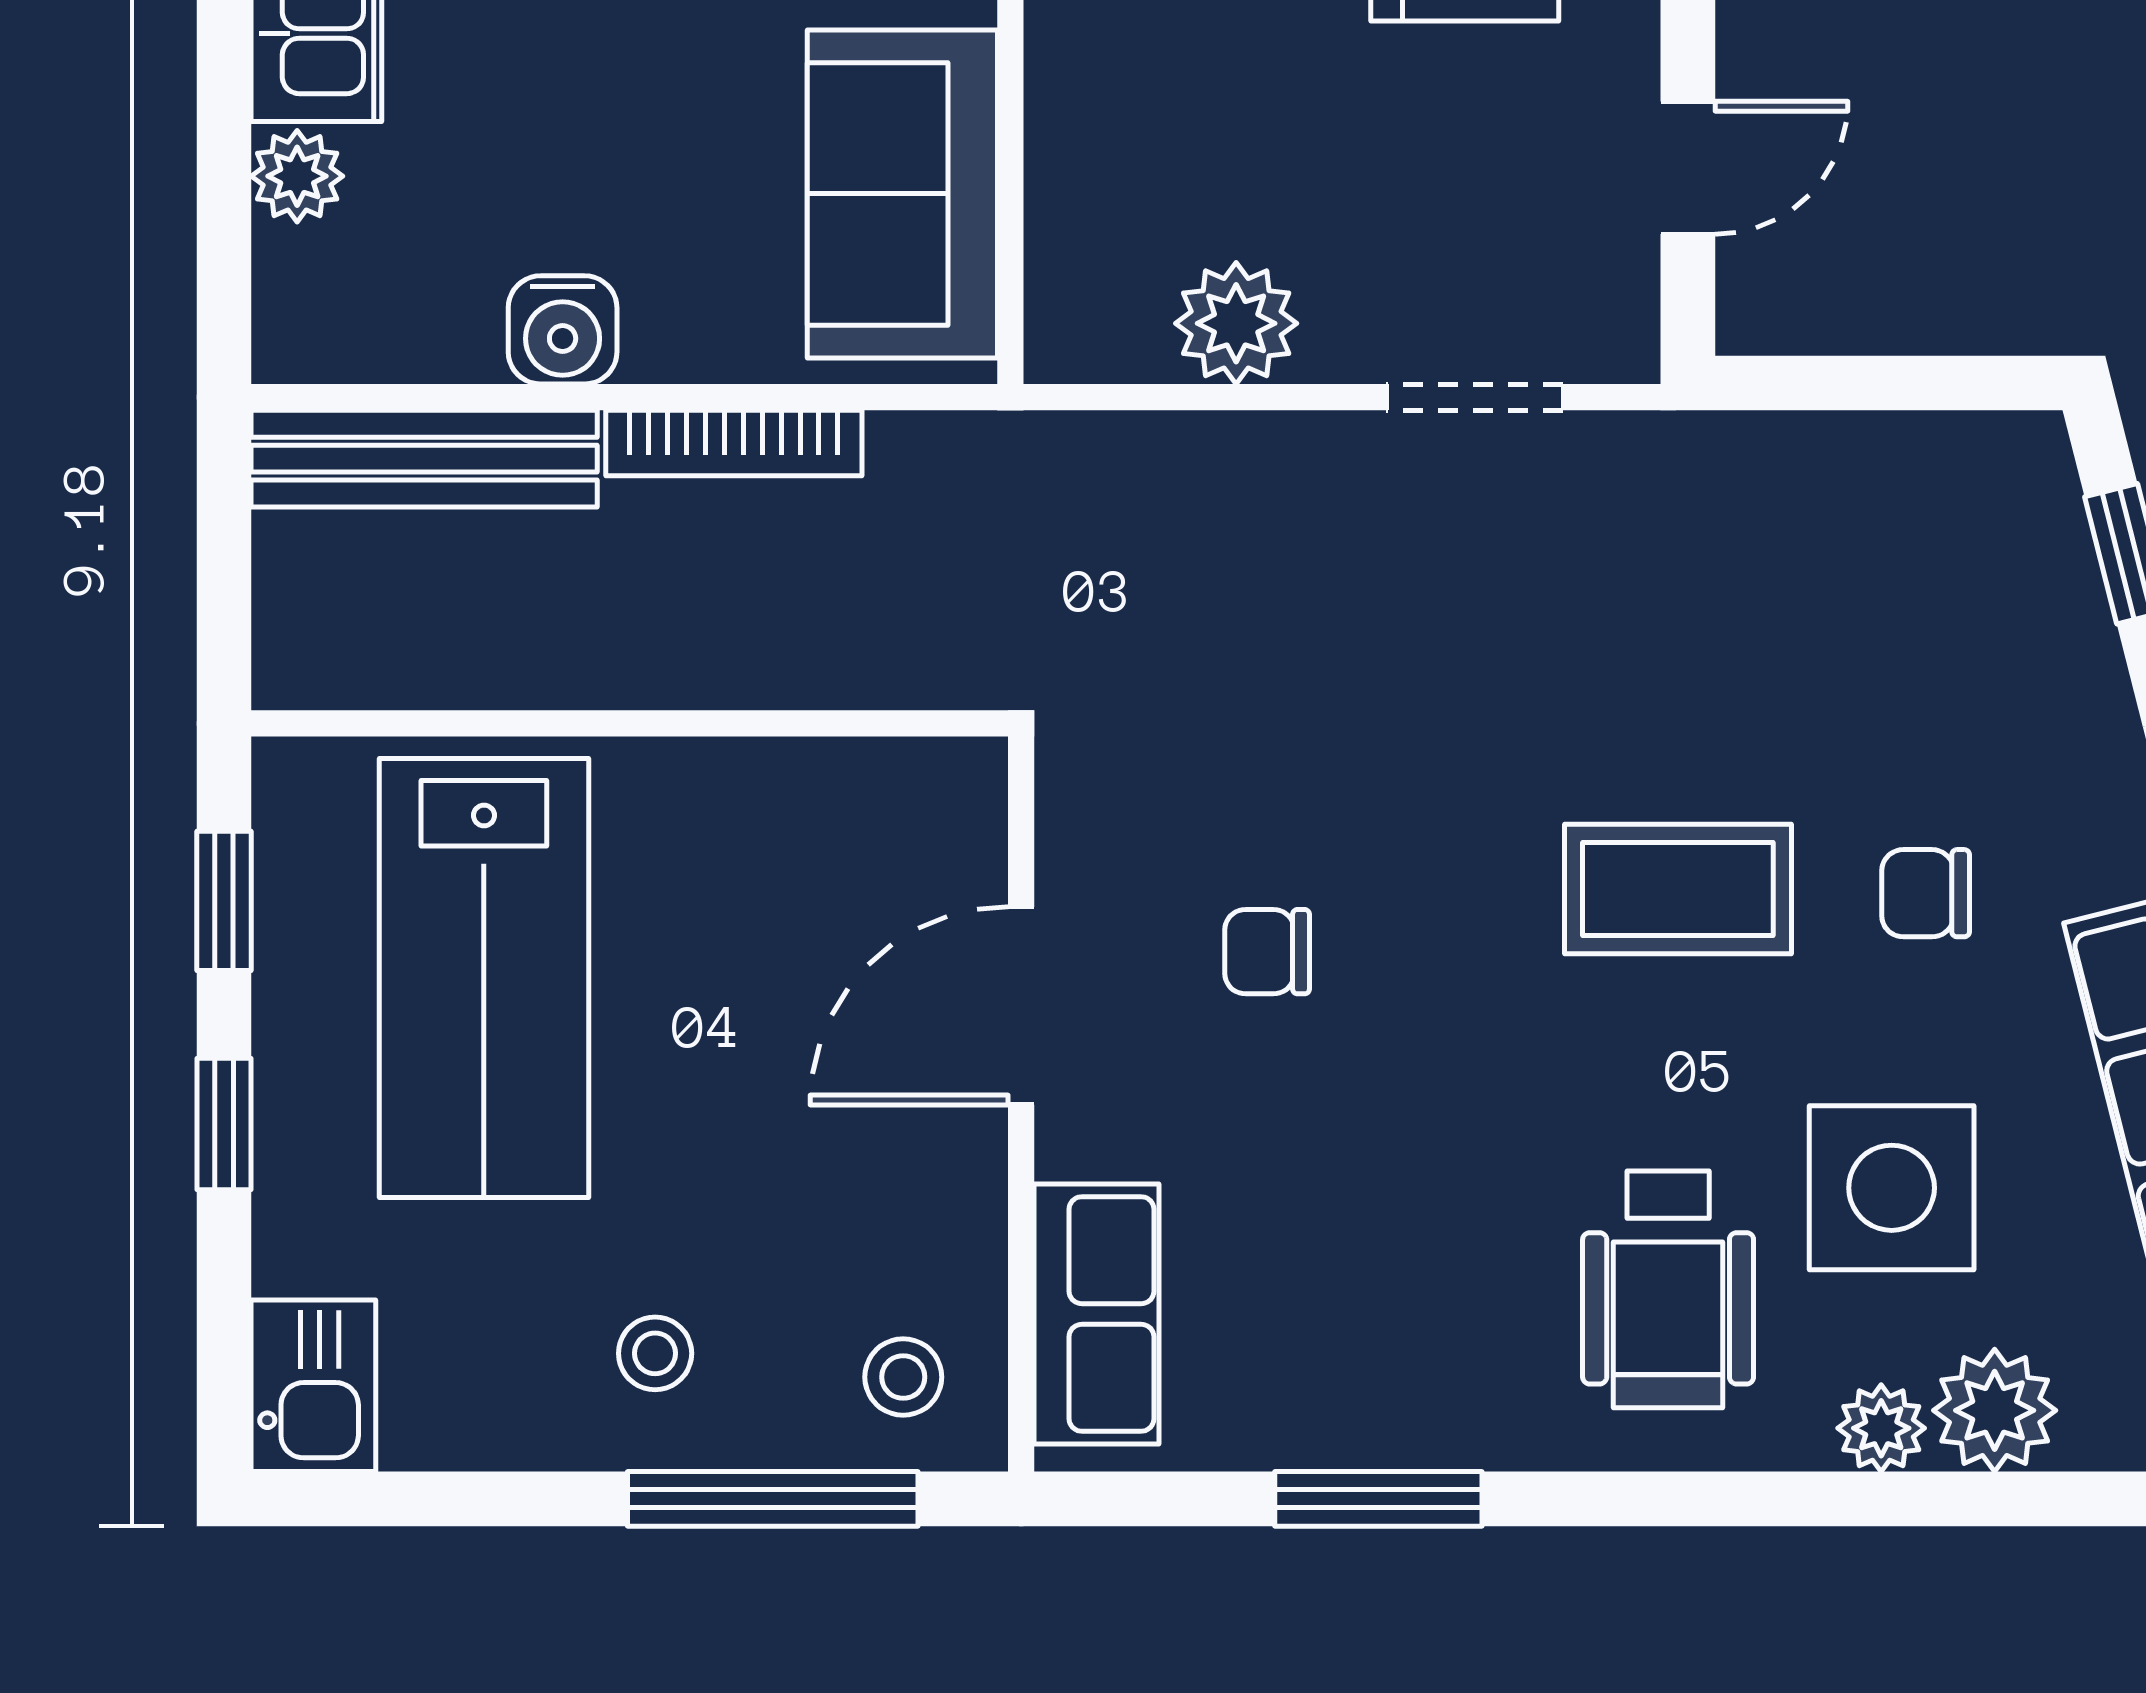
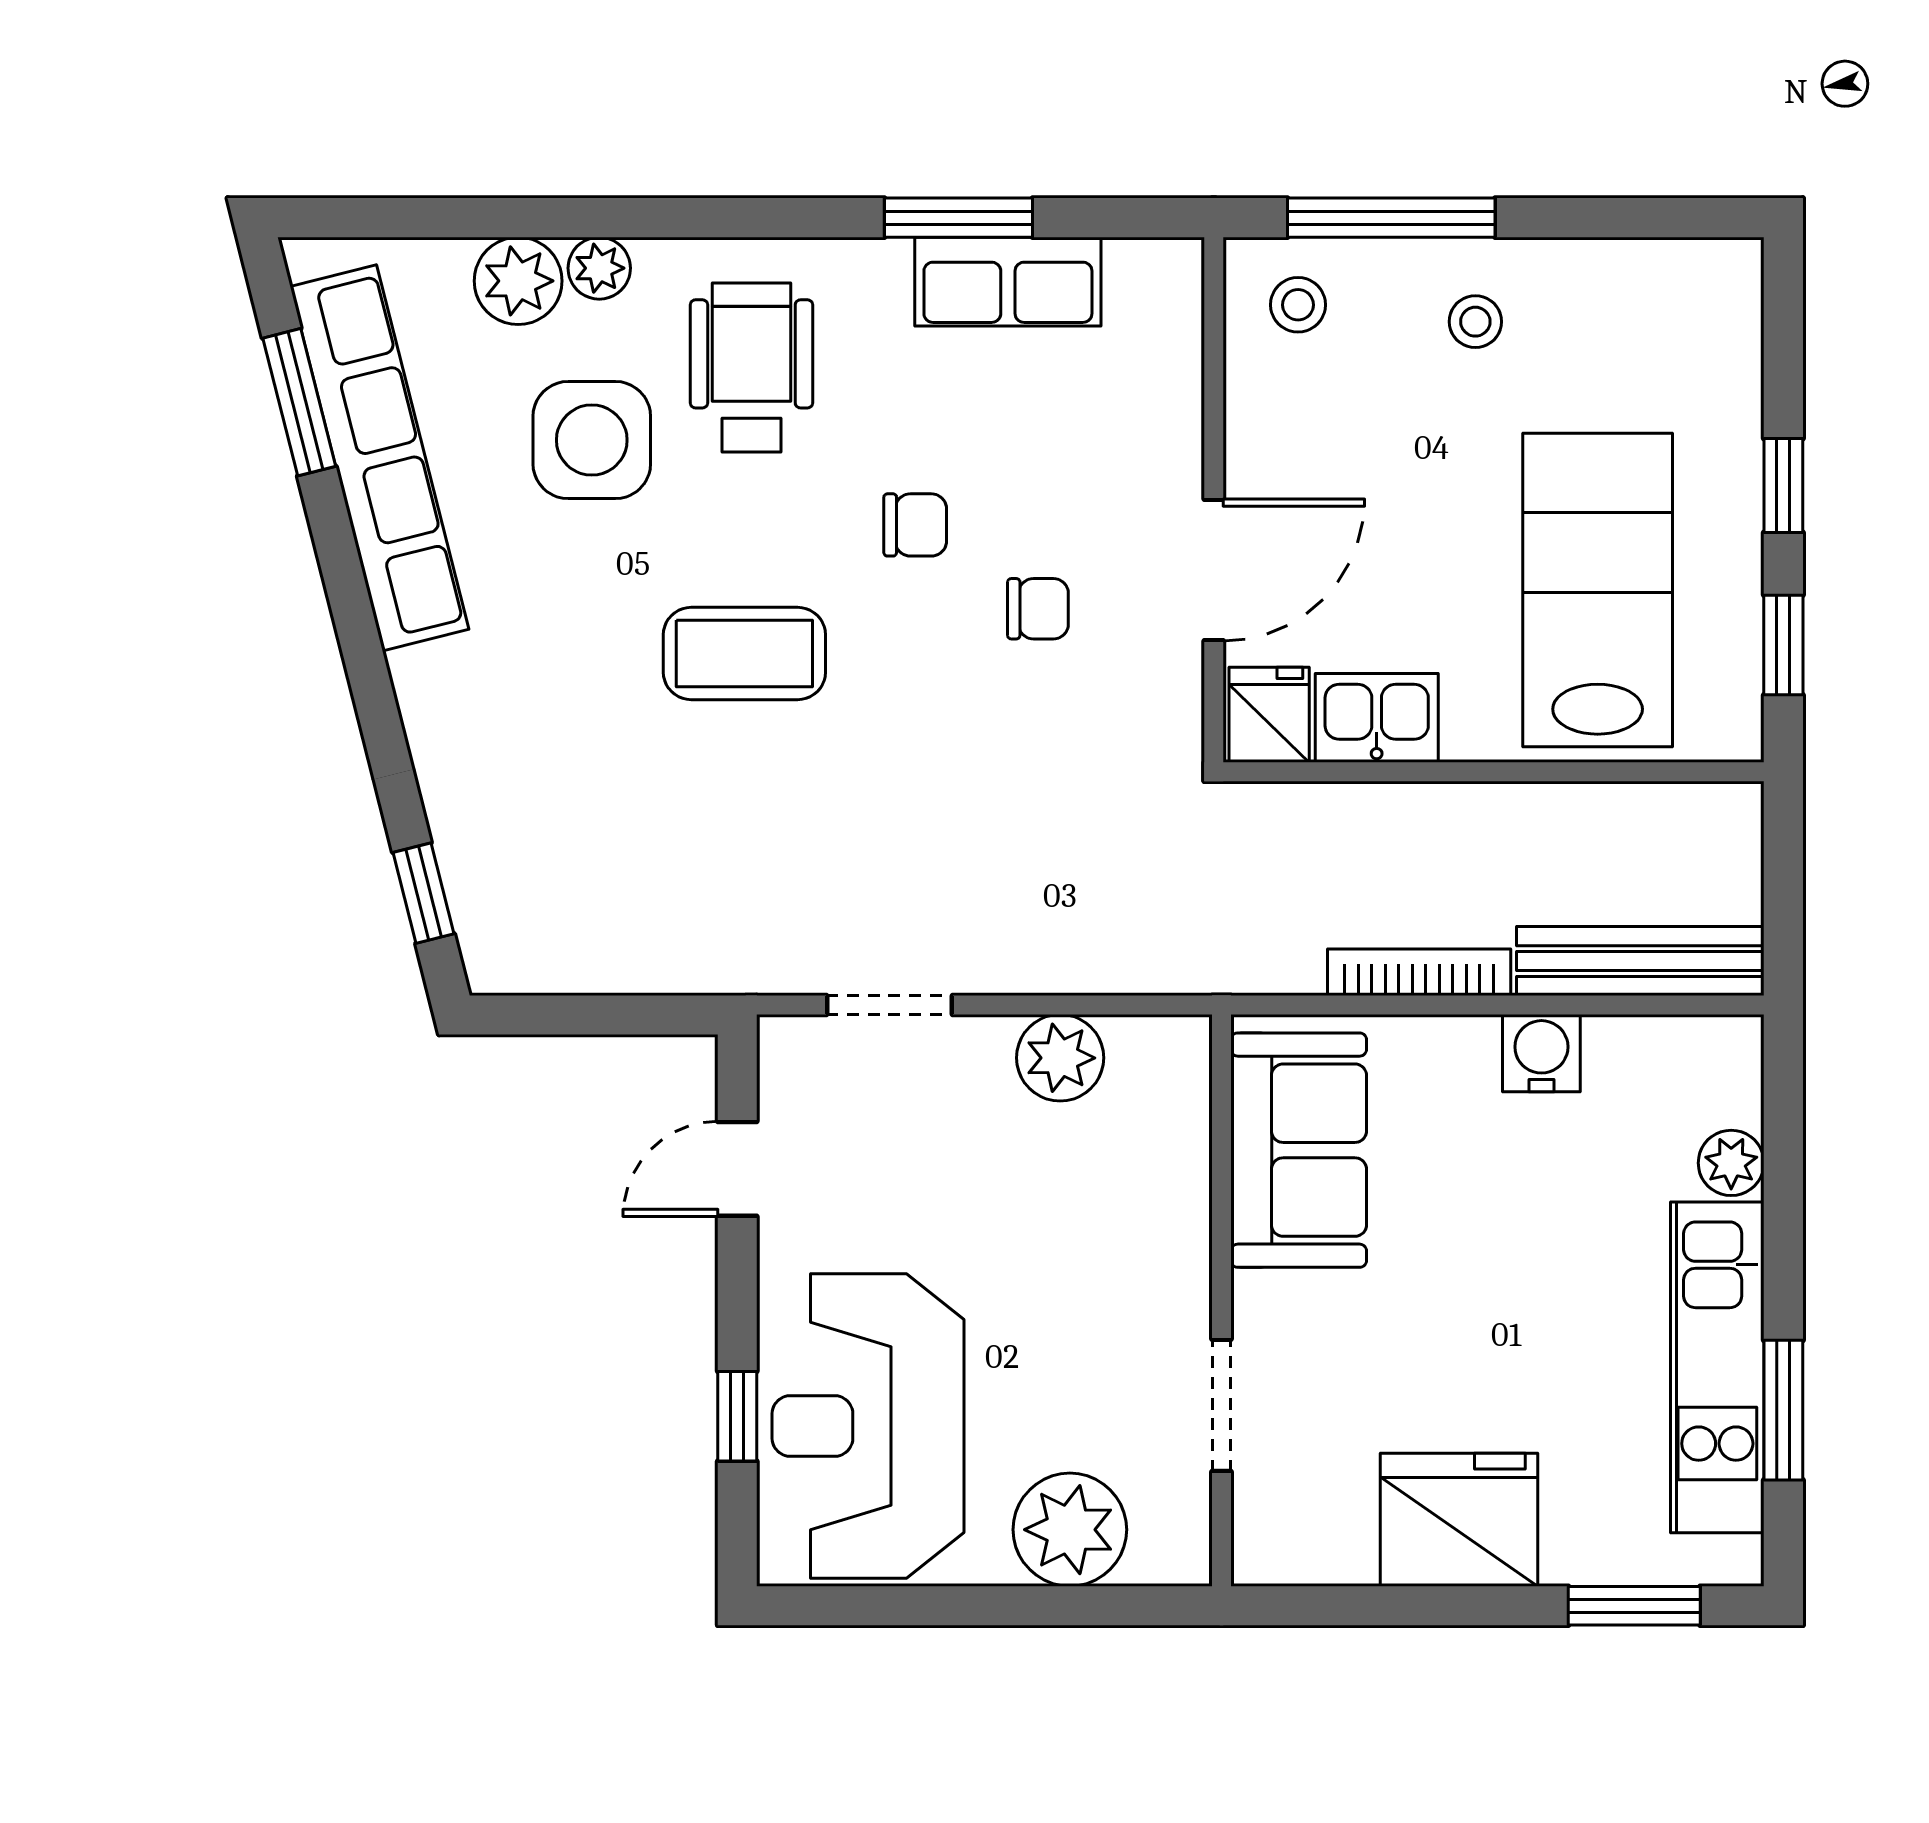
fridge: (944, 803) -> (1269, 715), added
chair: (1926, 893) -> (915, 525), moved
row of seats: (1097, 1314) -> (1008, 282), moved, turned -90
kitchen sink: (313, 1386) -> (1377, 718), moved, turned 90

